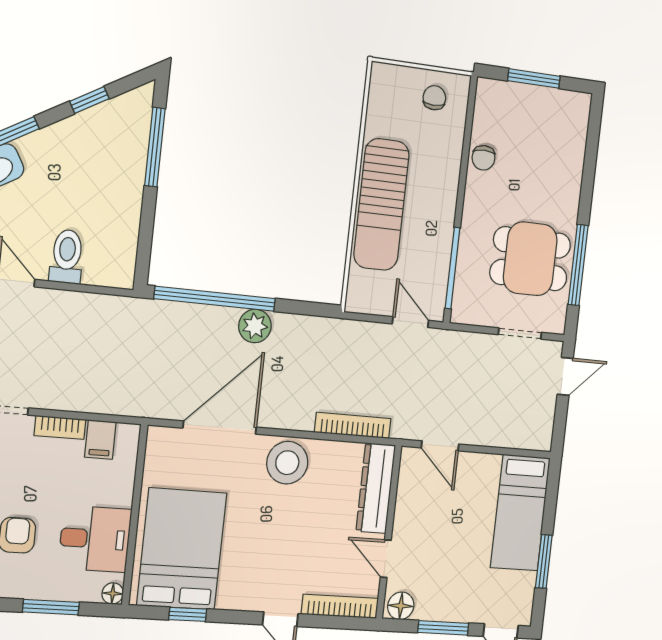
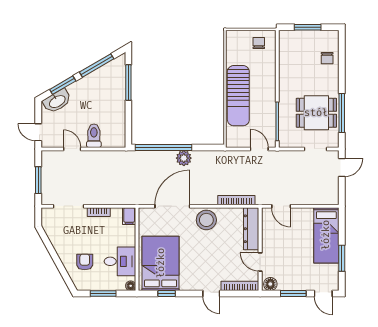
window: (89, 100) -> (97, 65), width x2.17
chair: (483, 158) -> (327, 58), moved
filing cabinet: (100, 440) -> (129, 216), moved

